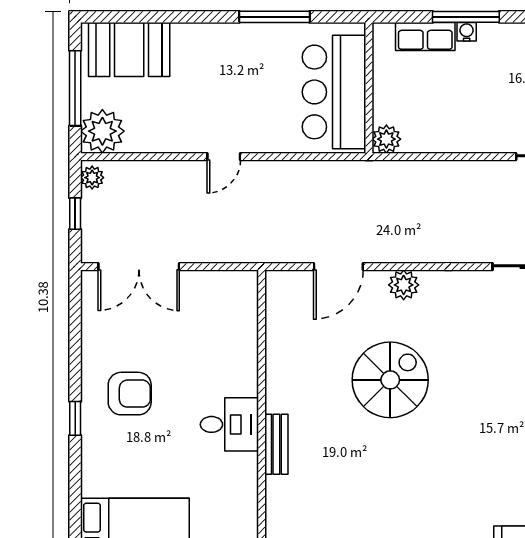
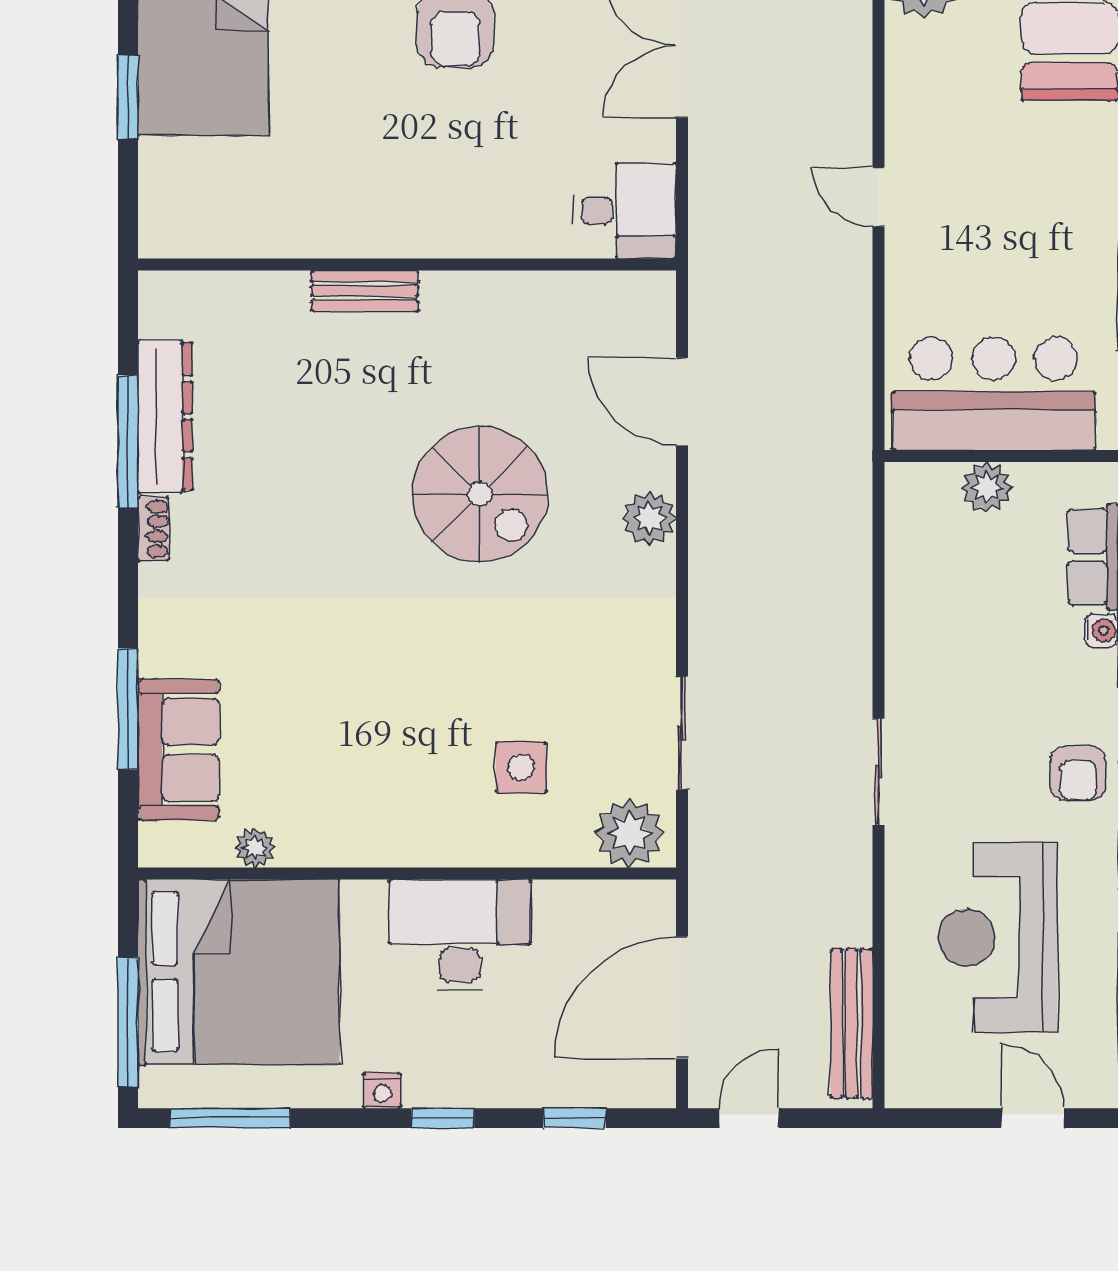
plant: (386, 139) -> (987, 487), moved
desk: (229, 424) -> (624, 211), moved, turned -90

